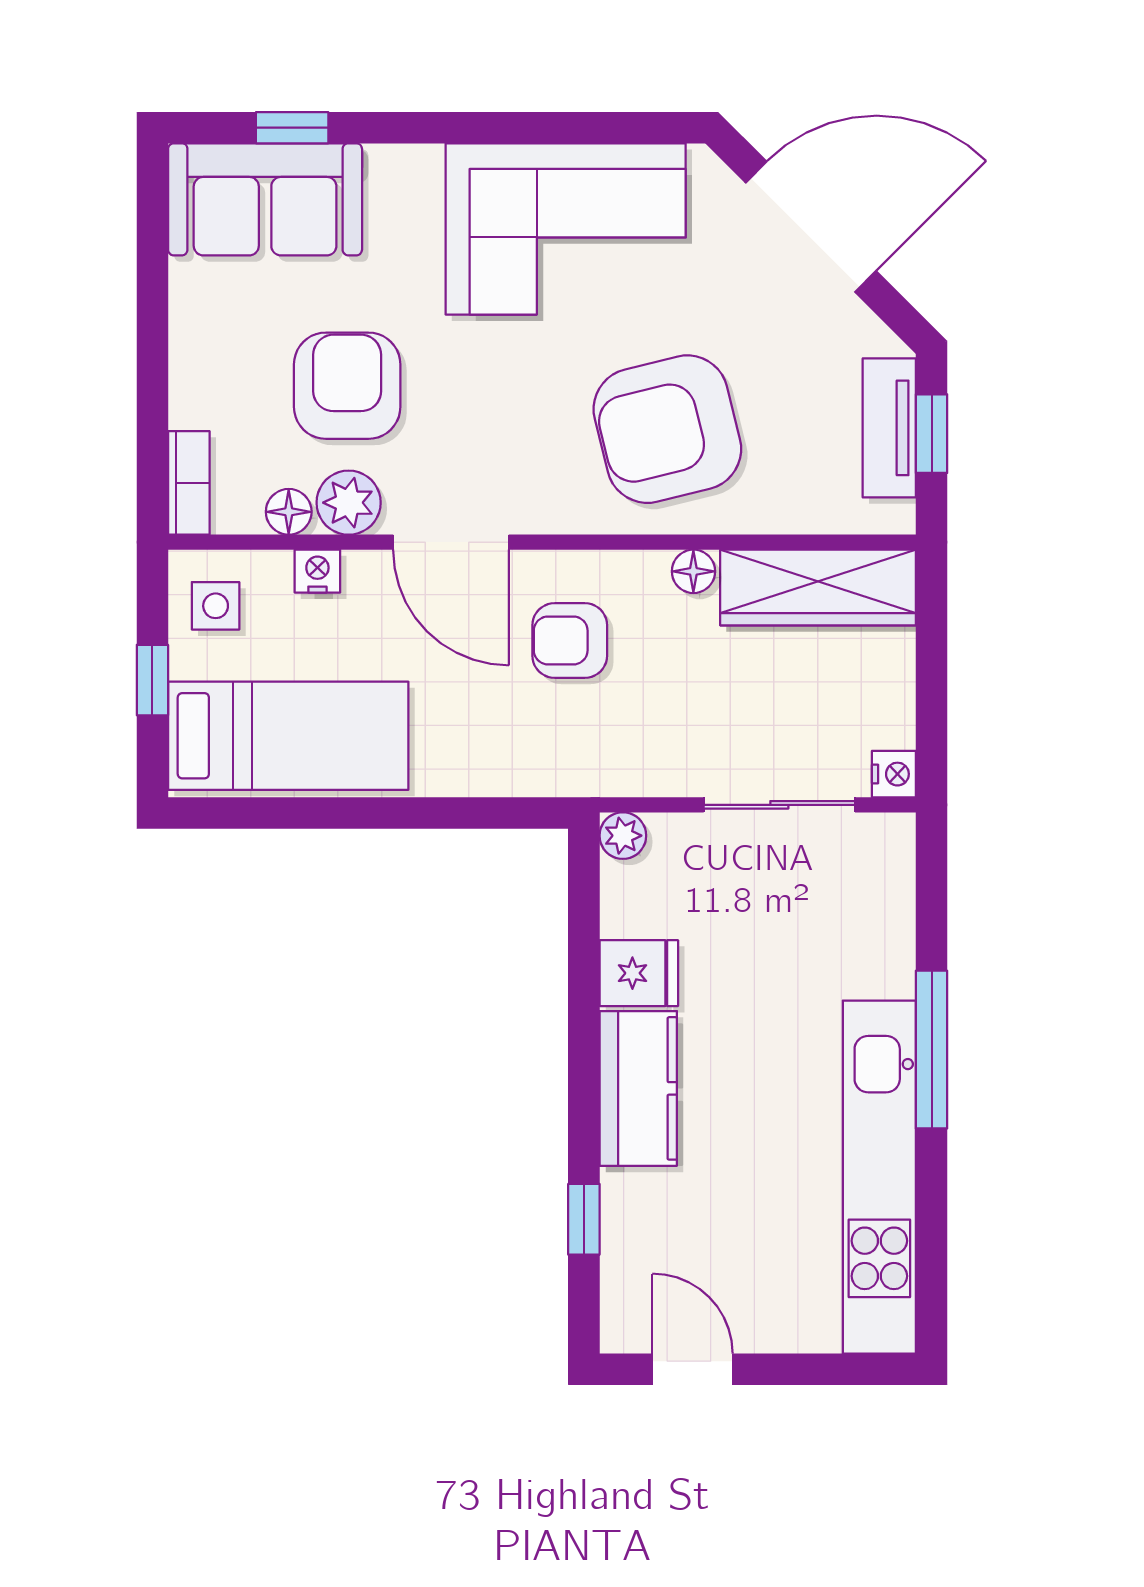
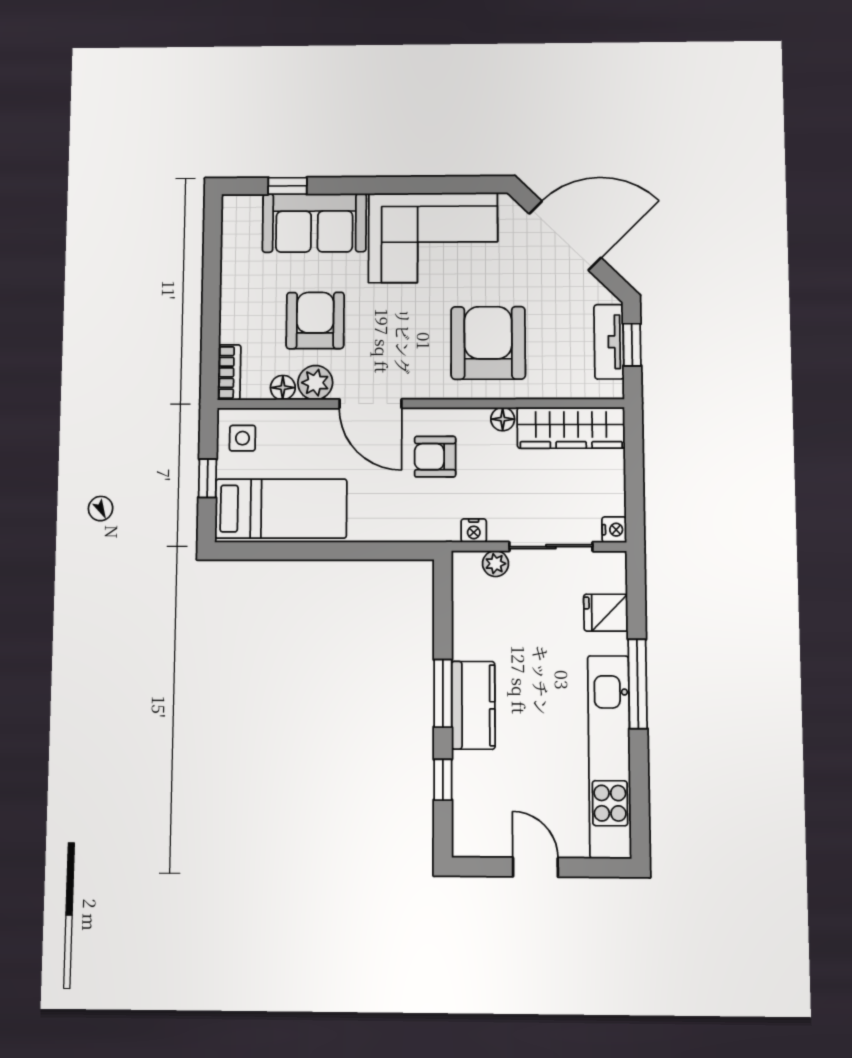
sofa: (265, 199) -> (314, 223), moved
armchair: (667, 429) -> (488, 343), turned 104
nightstand: (317, 571) -> (474, 531), moved, turned 180
plant: (623, 836) -> (496, 564), moved
fridge: (639, 973) -> (606, 613), moved, turned 180
window: (584, 1068) -> (443, 693), added
door: (692, 1369) -> (535, 867), moved

